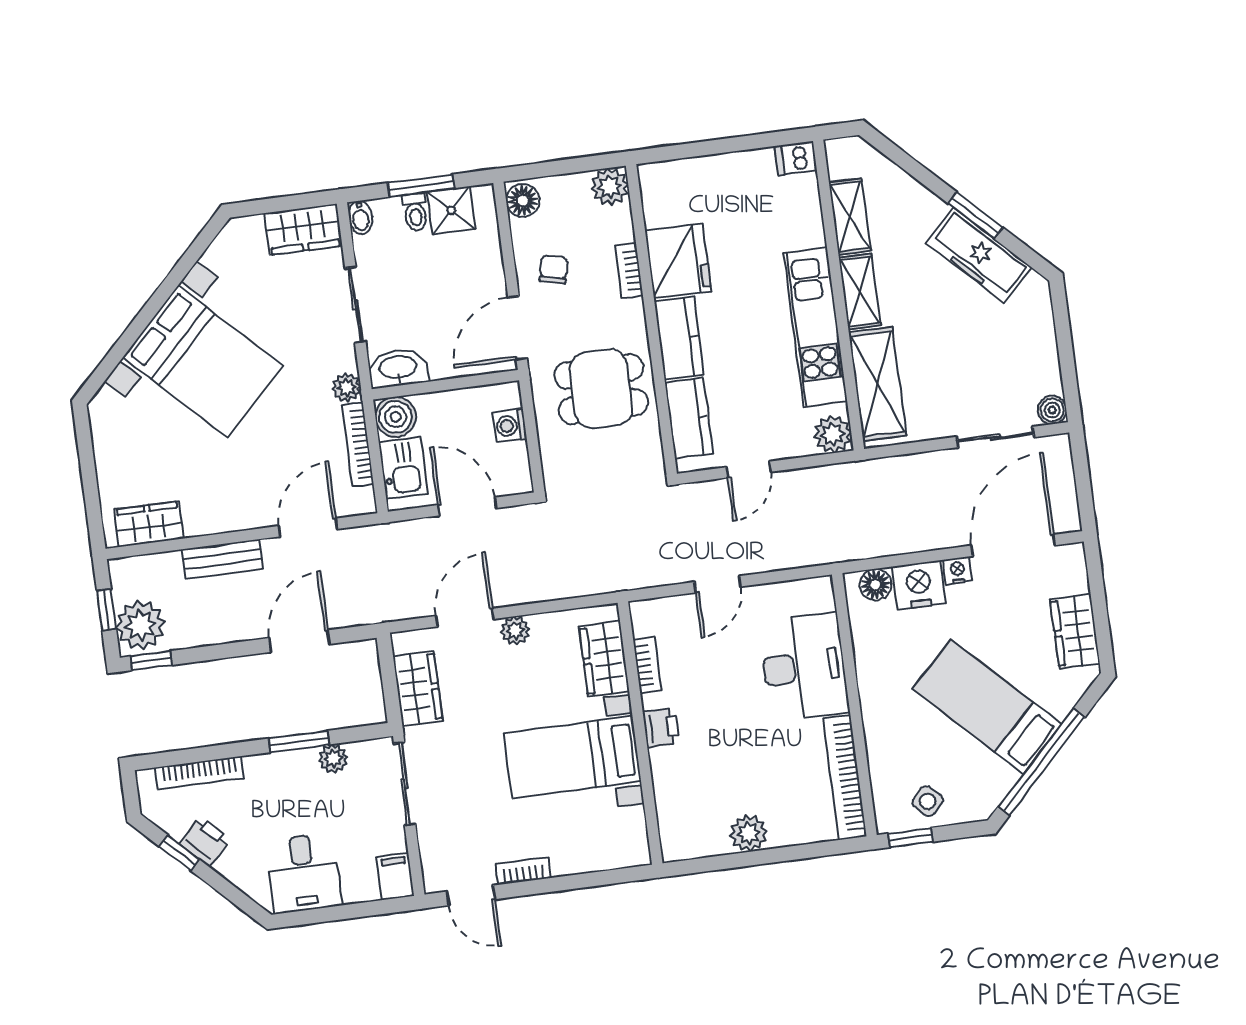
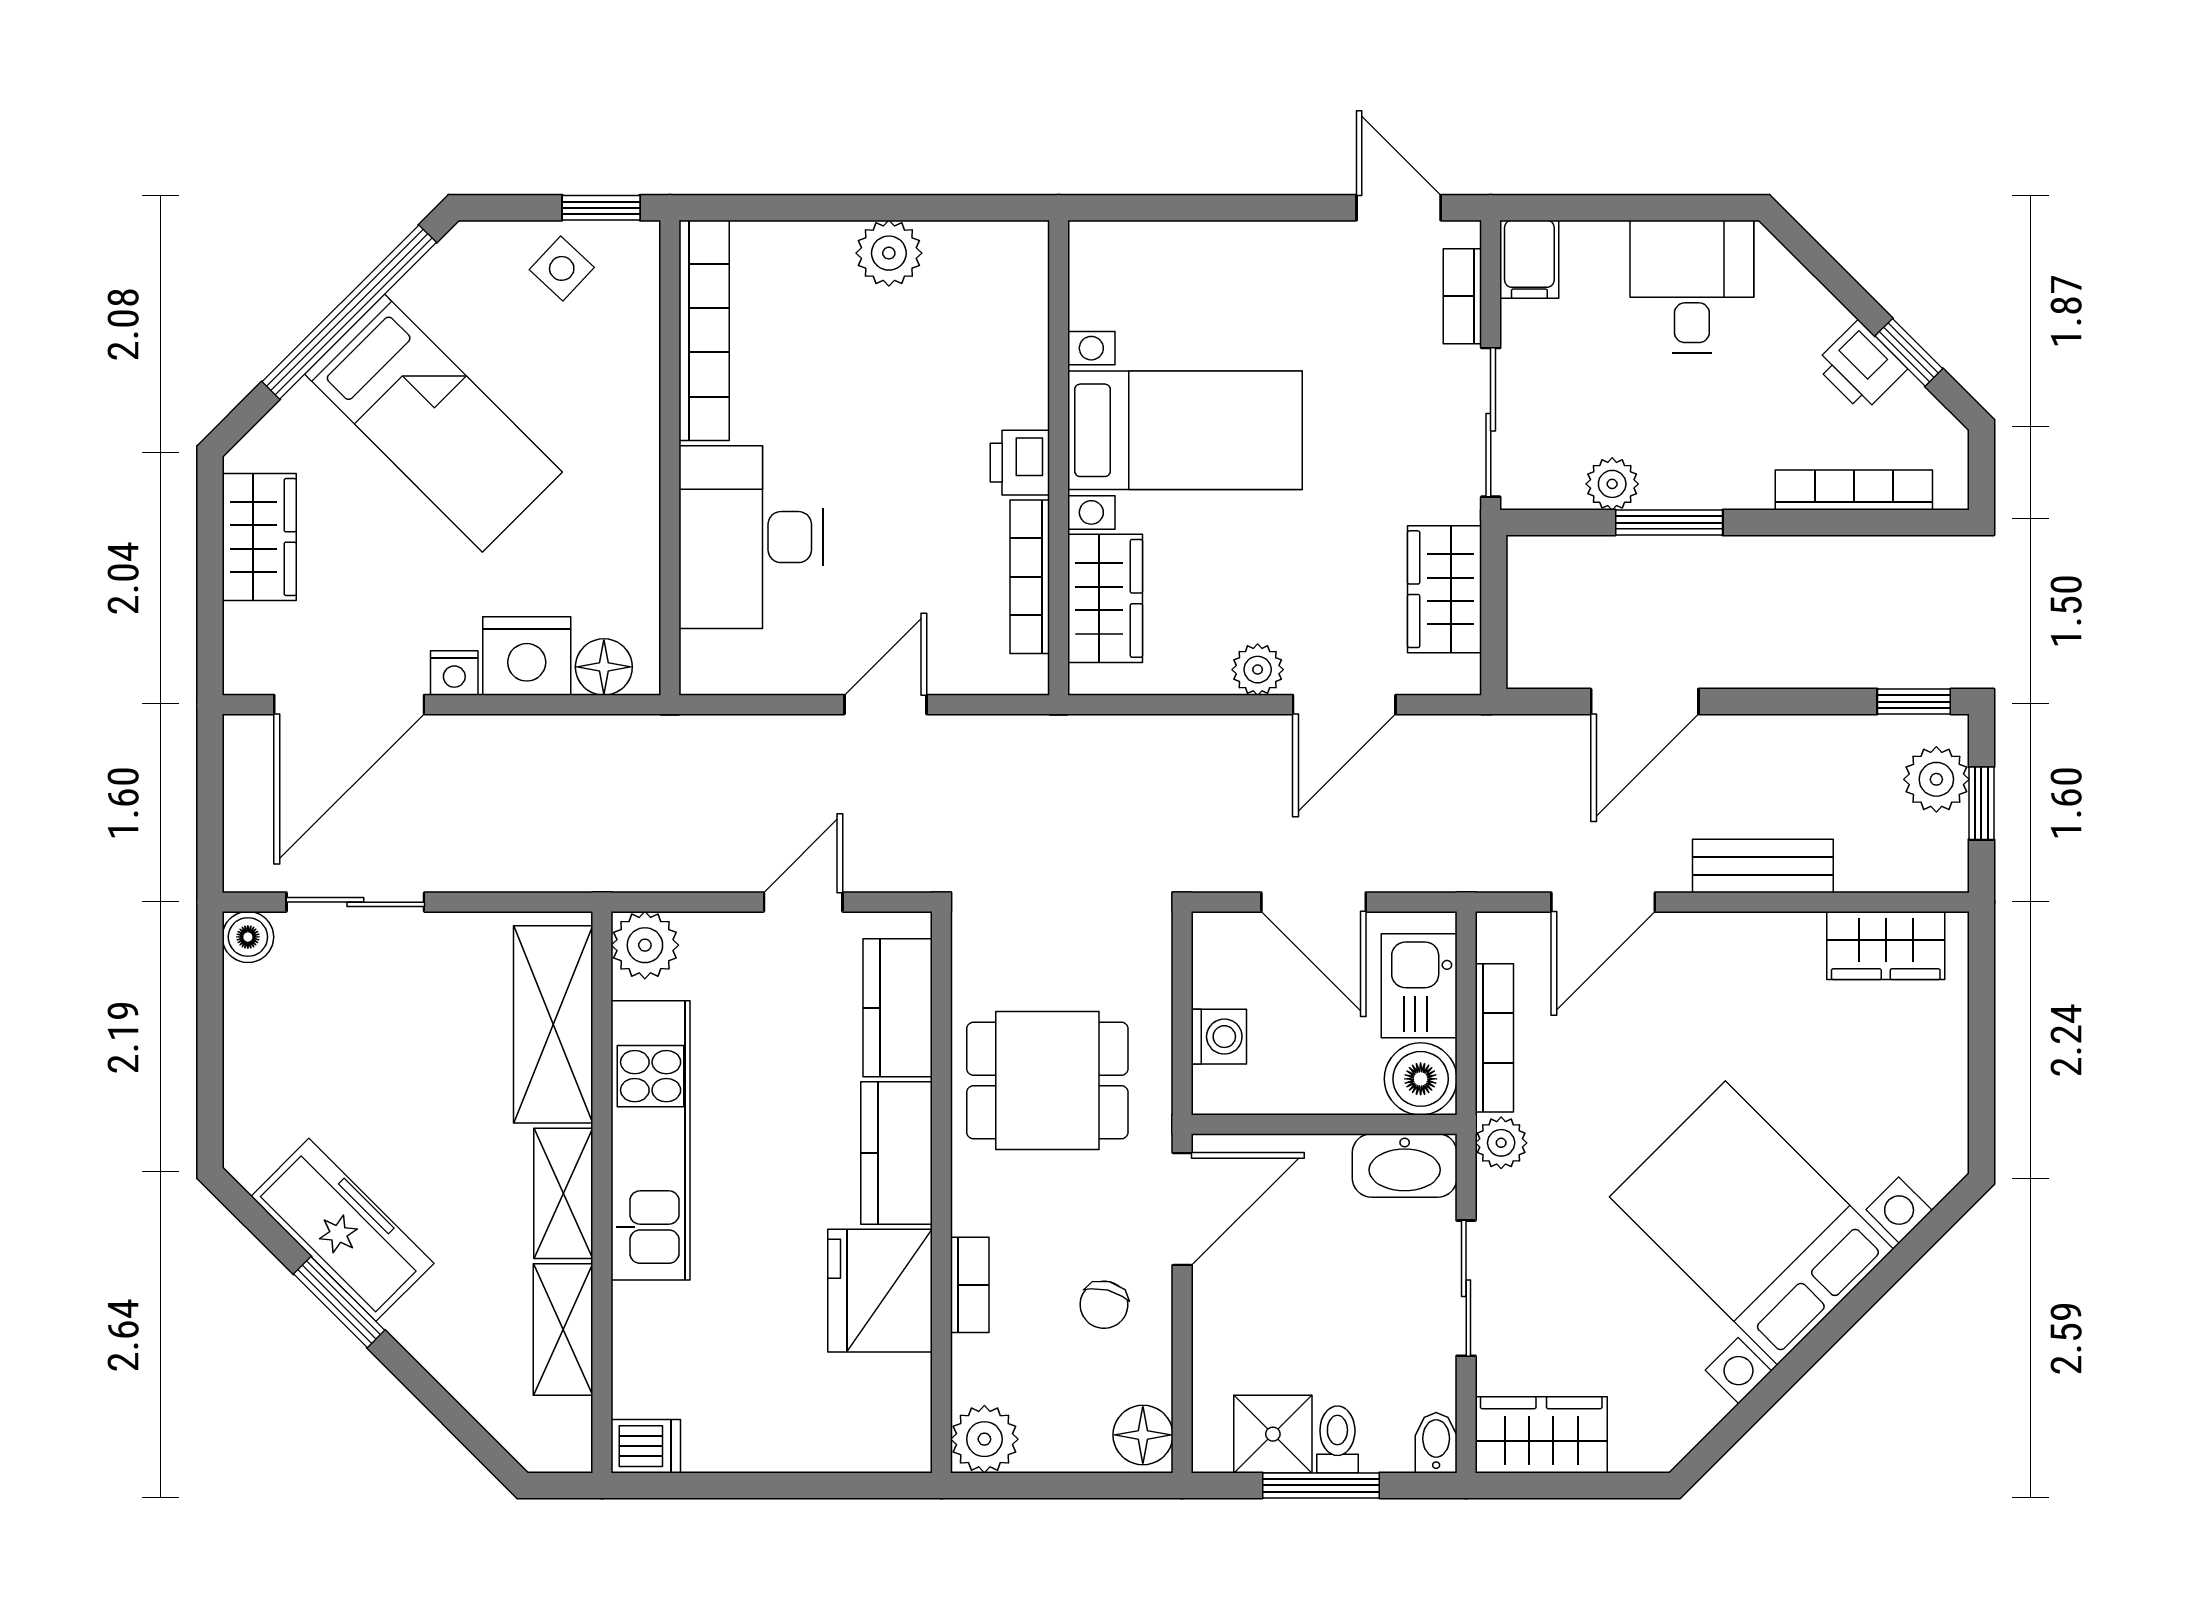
plant: (140, 625) -> (1936, 779), width x0.73, depth x0.73
bookcase: (647, 665) -> (1030, 577), width x1.56
bookcase: (523, 871) -> (1462, 296), moved, turned 90

